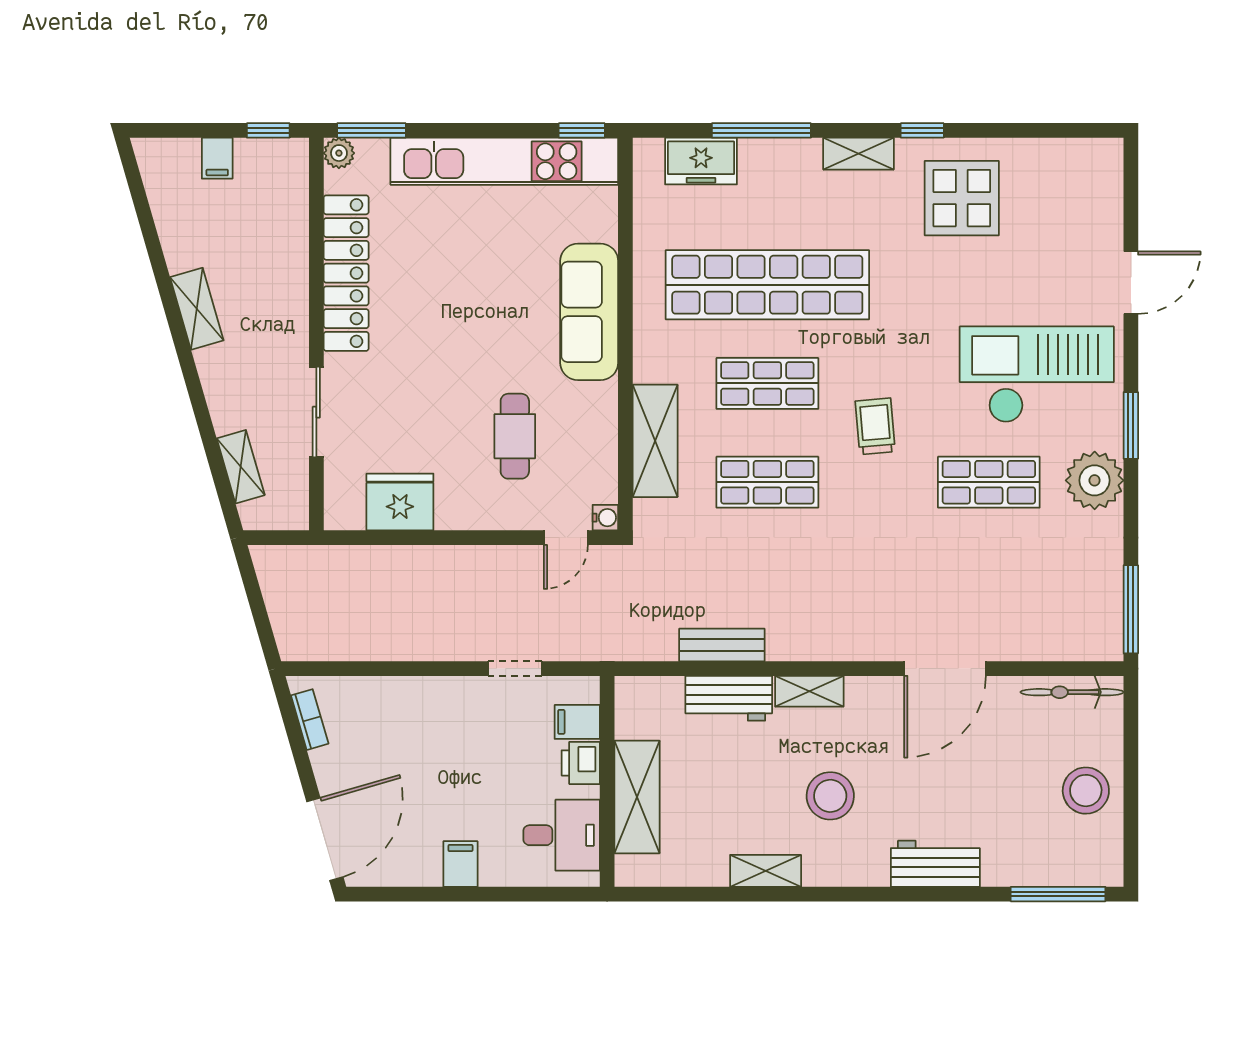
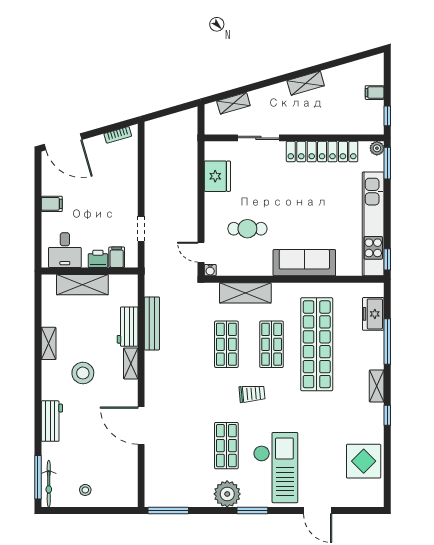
display table: (962, 198) -> (364, 461), moved
bench: (722, 645) -> (152, 323), width x1.36
bicycle: (1072, 692) -> (49, 484), moved, turned 180
stool: (1086, 791) -> (85, 490), width x0.53, depth x0.53

